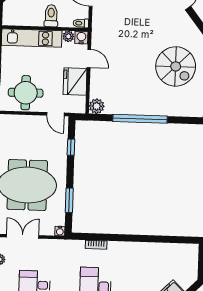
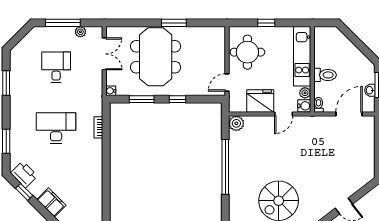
window: (71, 147) -> (177, 99), moved

